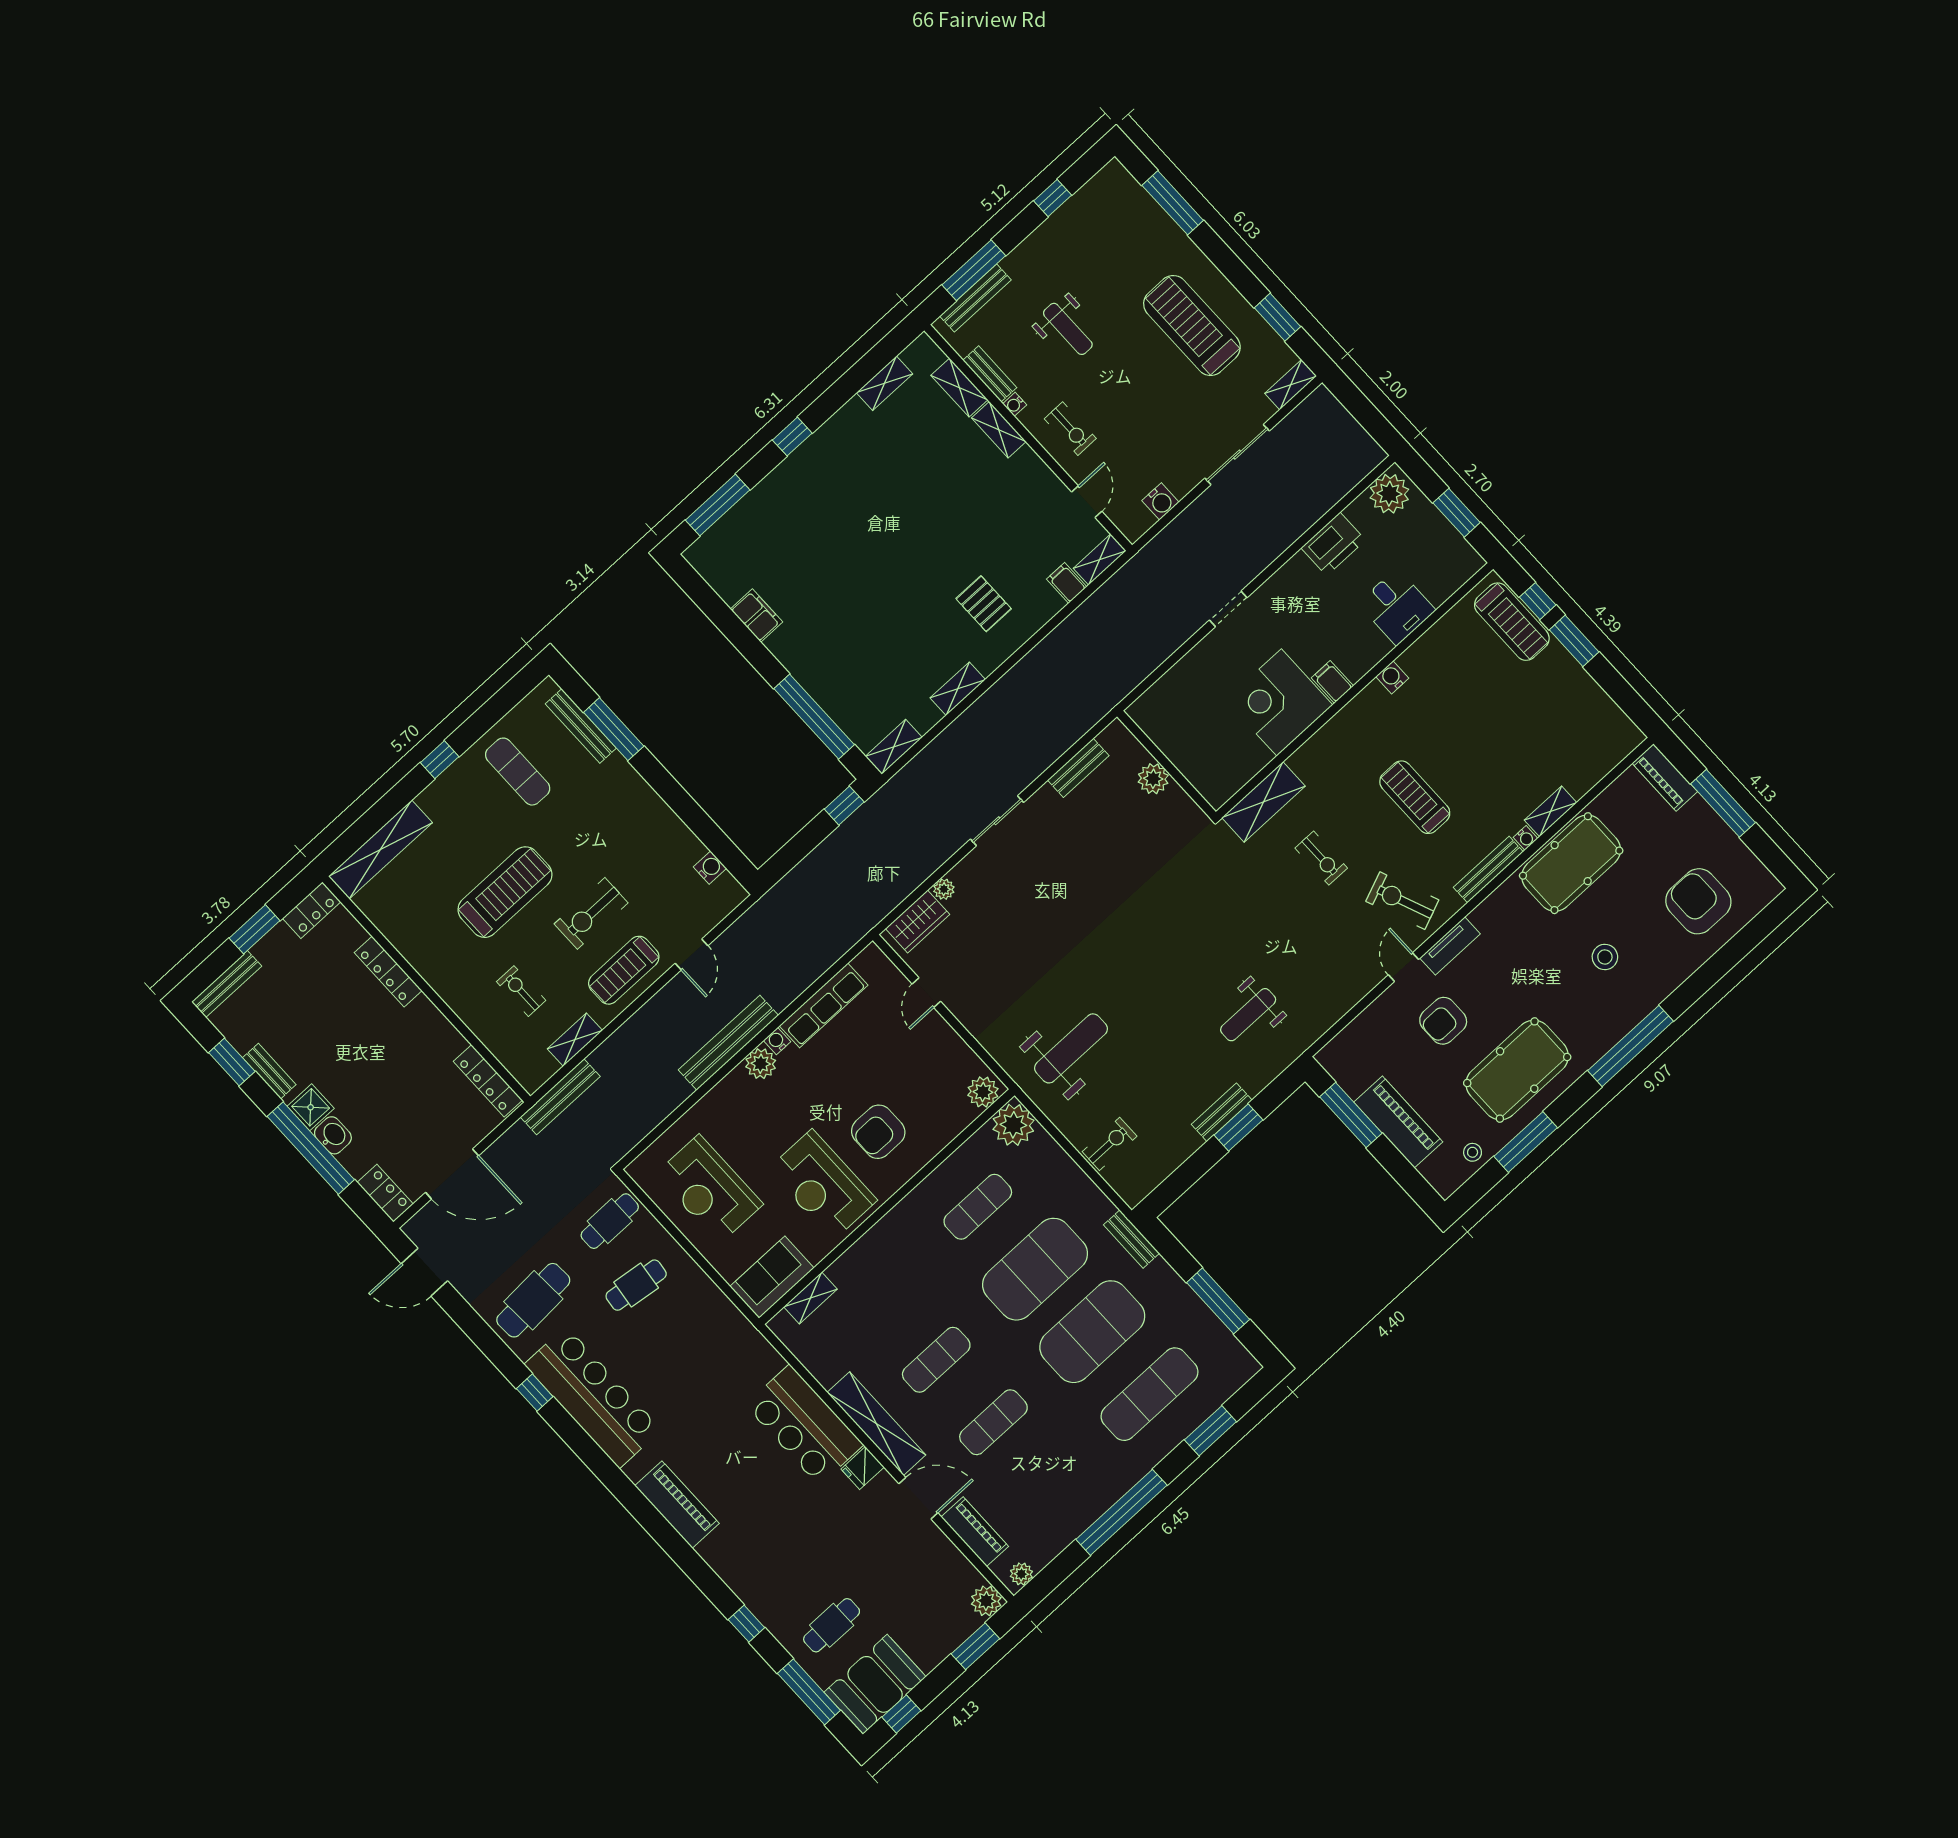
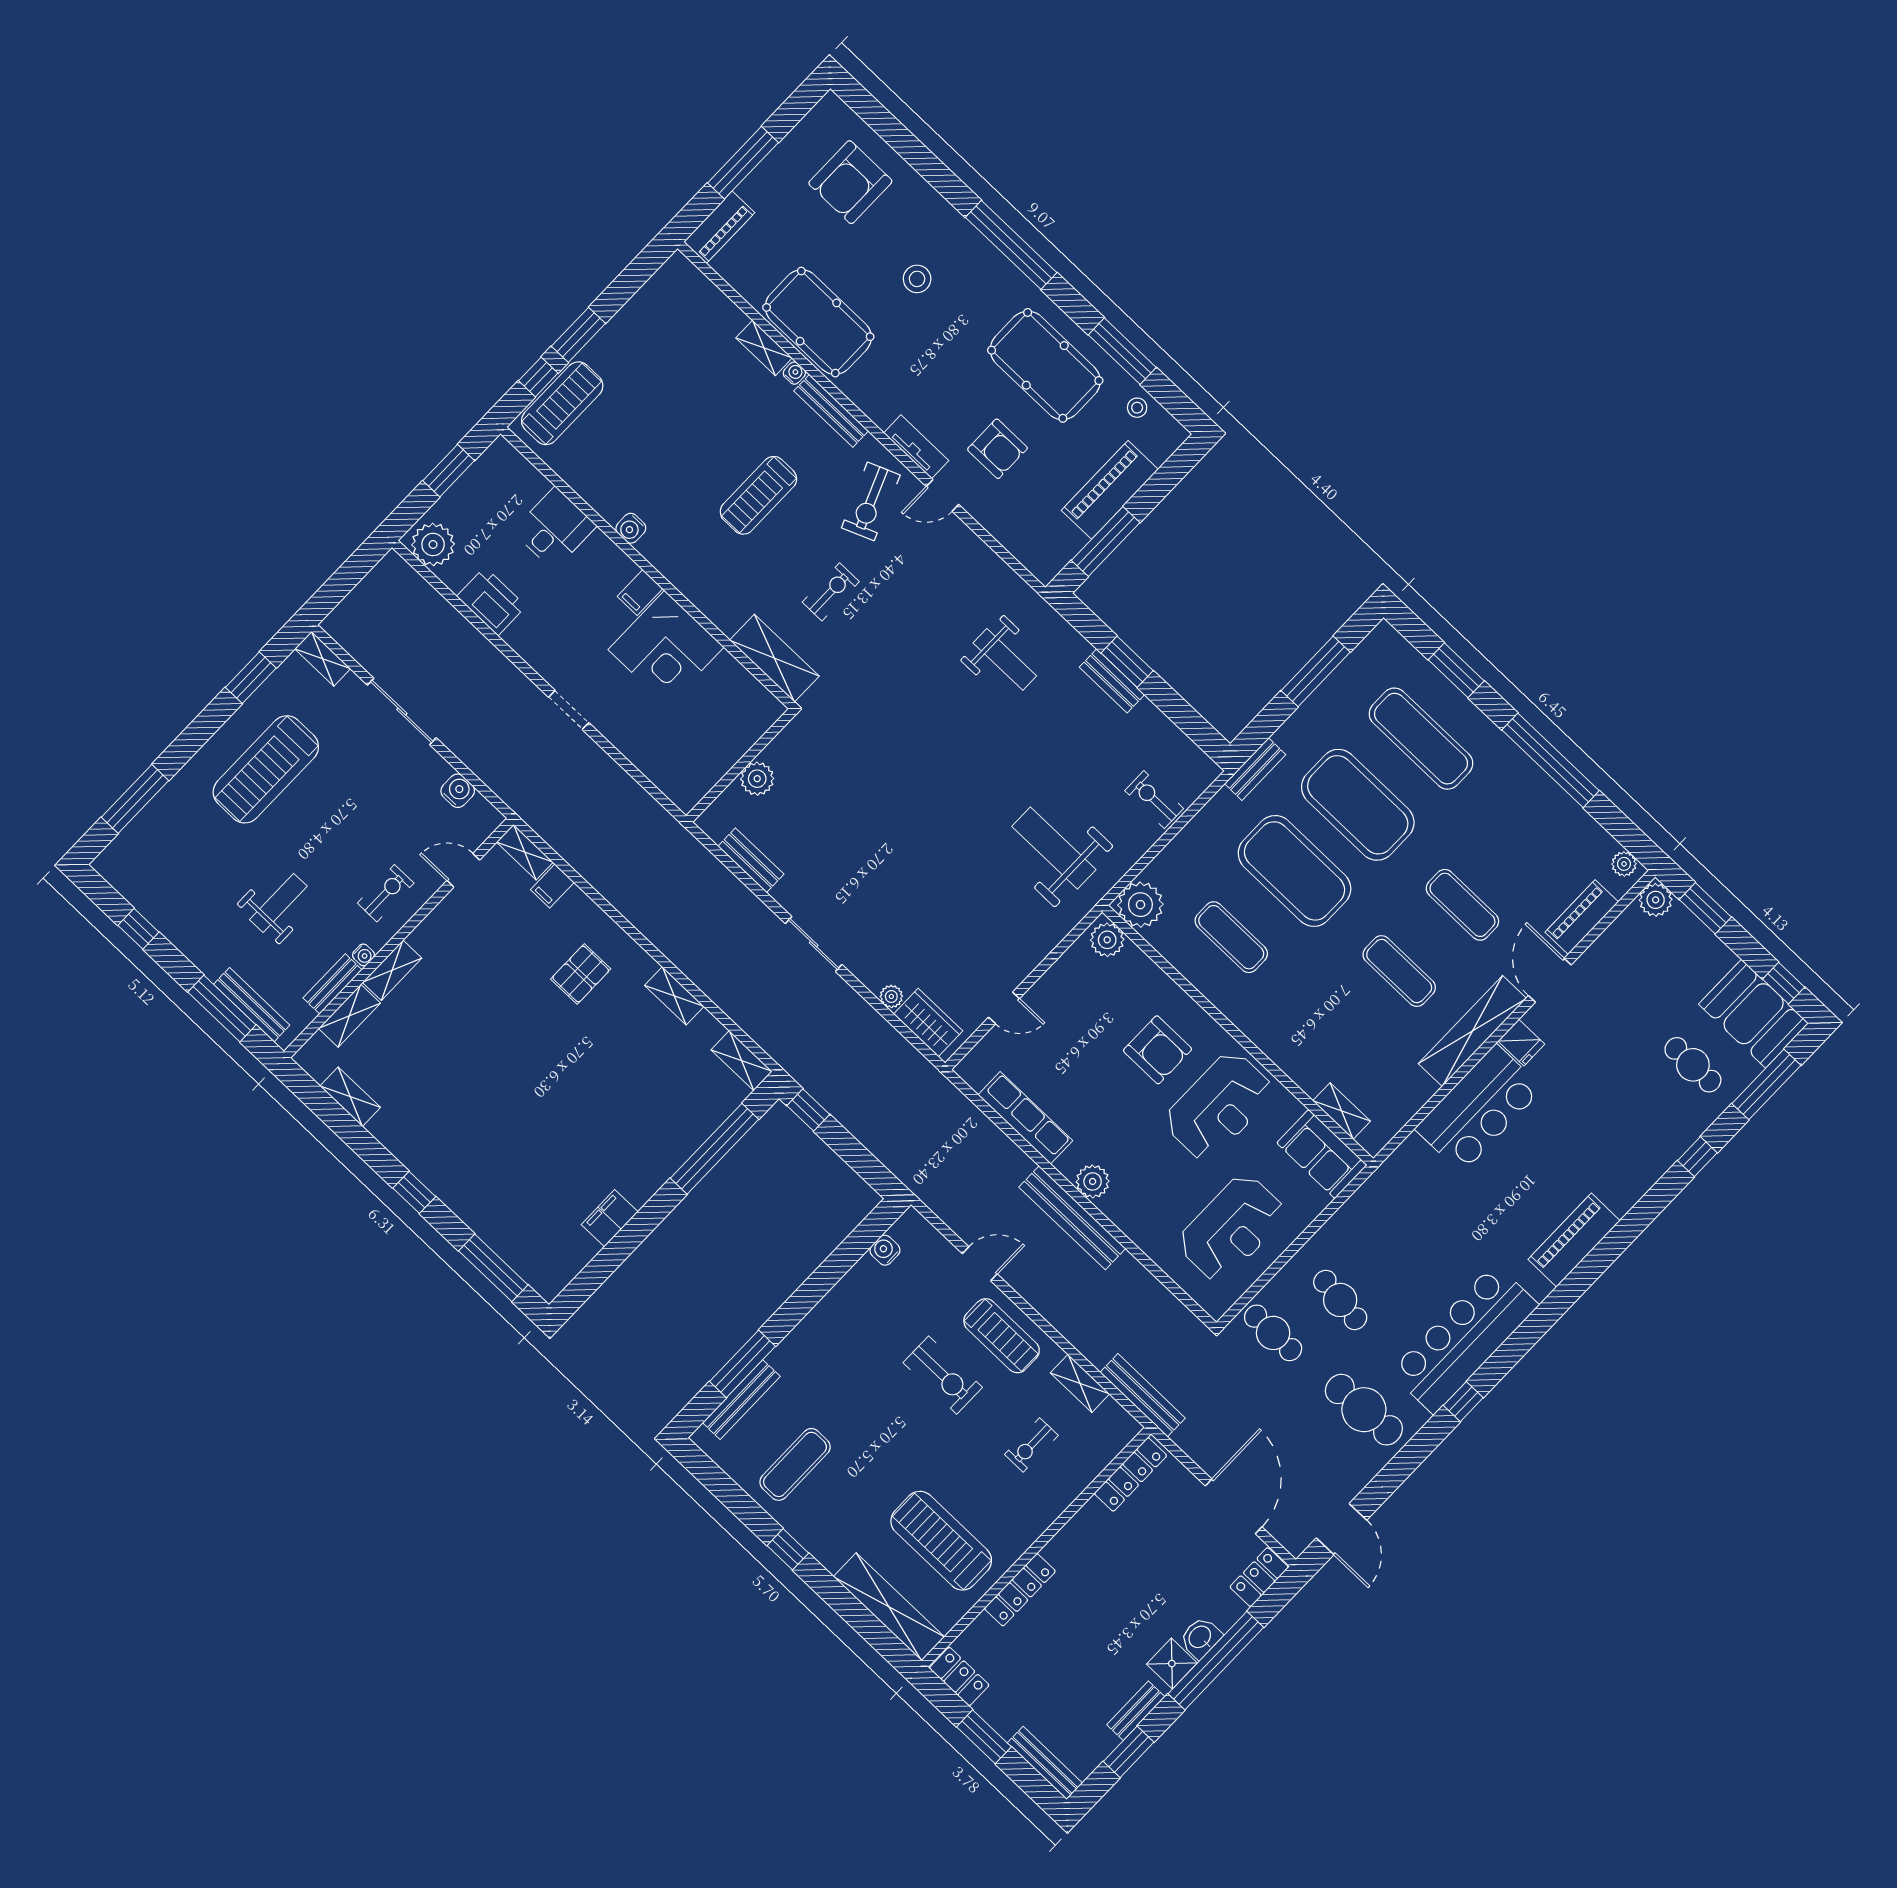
treadmill: (505, 892) -> (941, 1541), moved
water cooler: (777, 1041) -> (1067, 1165), removed

